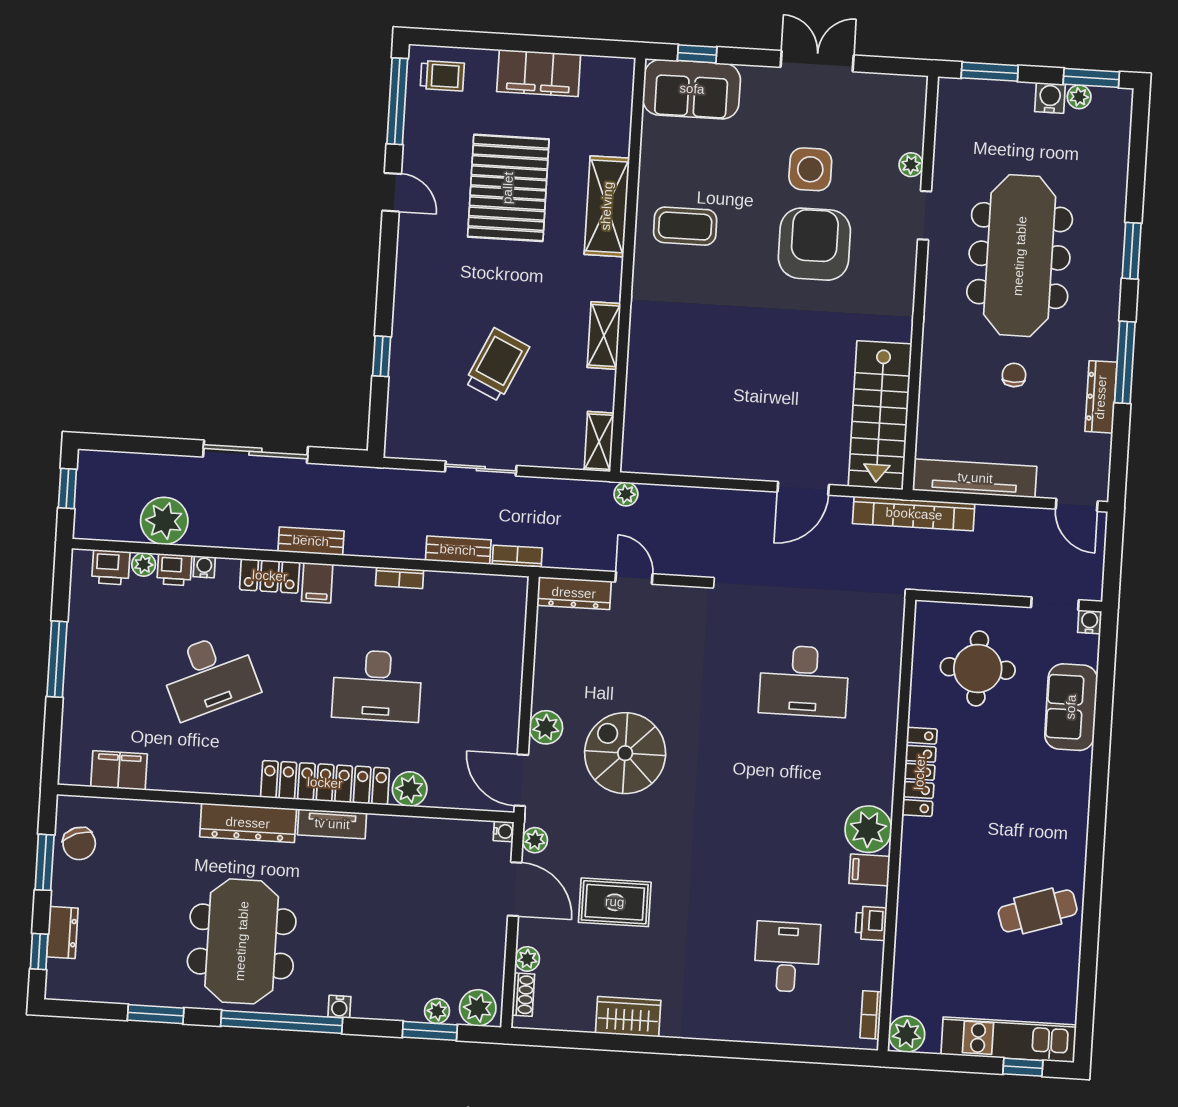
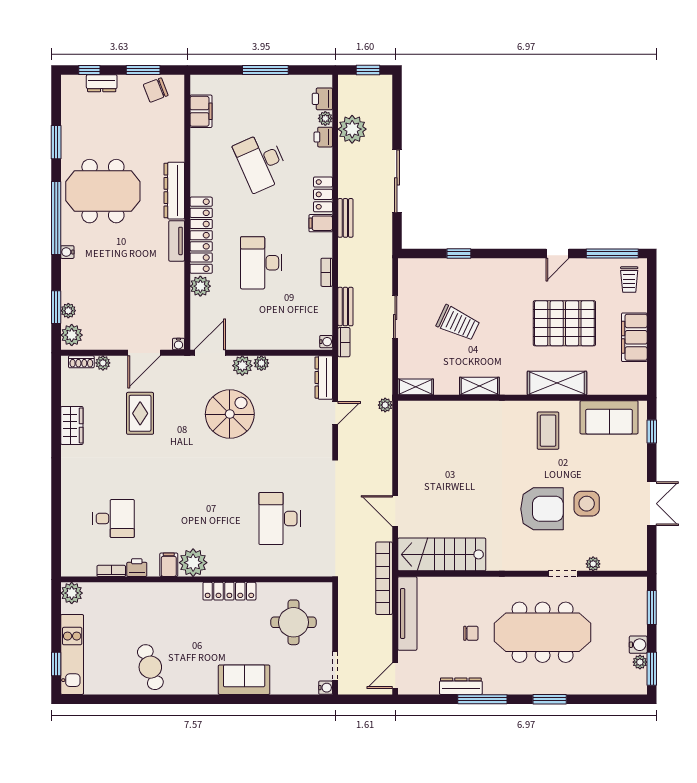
sofa: (692, 89) -> (609, 417), moved, turned -90
water cooler: (204, 567) -> (326, 342), moved
sofa: (1071, 707) -> (244, 680), moved
plant: (535, 840) -> (261, 363), moved
bookcase: (871, 1015) -> (111, 571), moved

